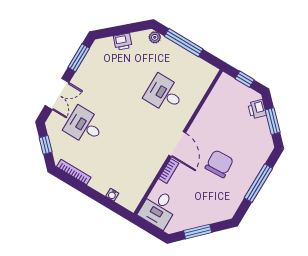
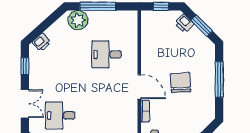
plant: (155, 37) -> (78, 20), width x1.88, depth x1.88
printer: (123, 42) -> (42, 42), moved
window: (79, 58) -> (25, 66), width x0.67

